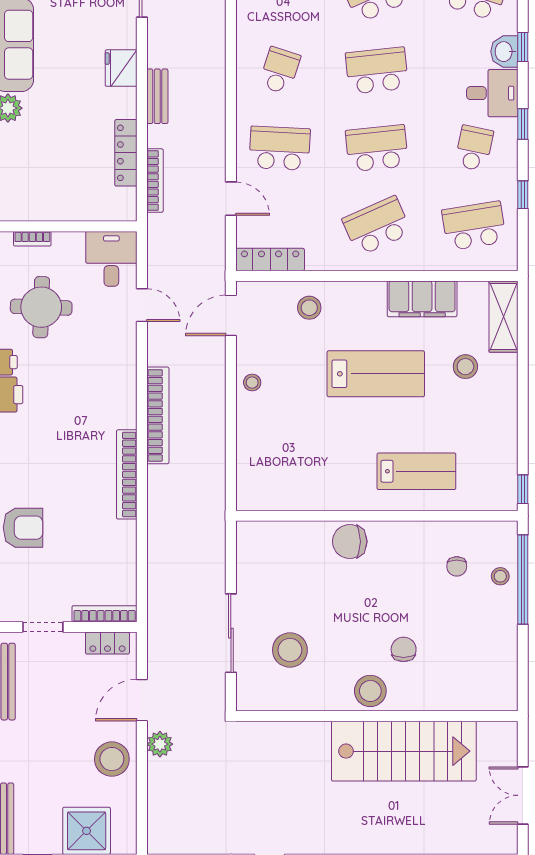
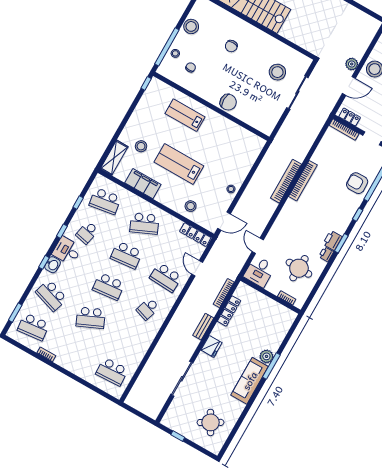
bookcase: (158, 415) -> (286, 181), moved
stool: (370, 691) -> (191, 26), moved

